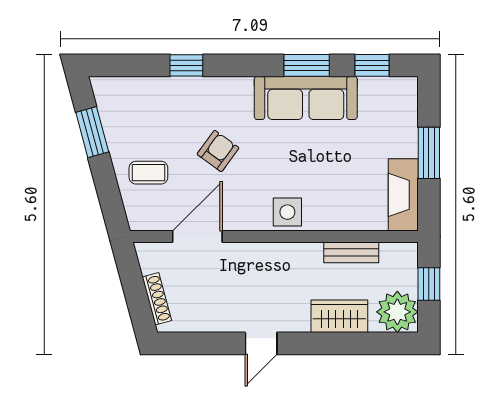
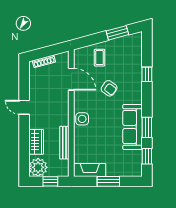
bench: (351, 252) -> (64, 143), width x1.36

